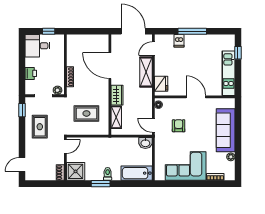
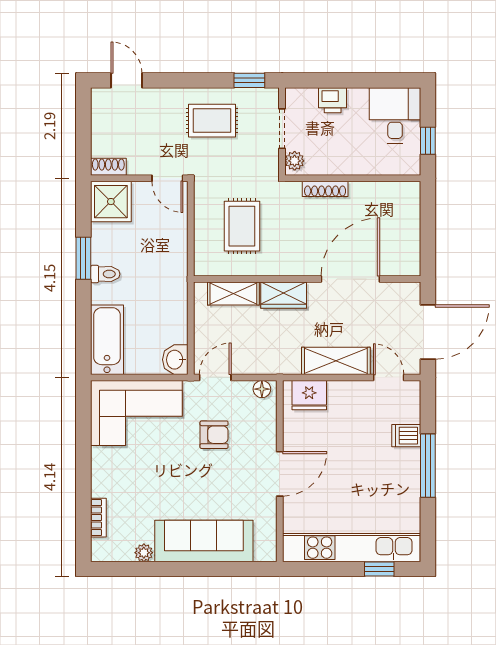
kitchen unit: (229, 73) -> (351, 548), width x1.36
corner sofa: (186, 166) -> (136, 413), moved, turned 90

